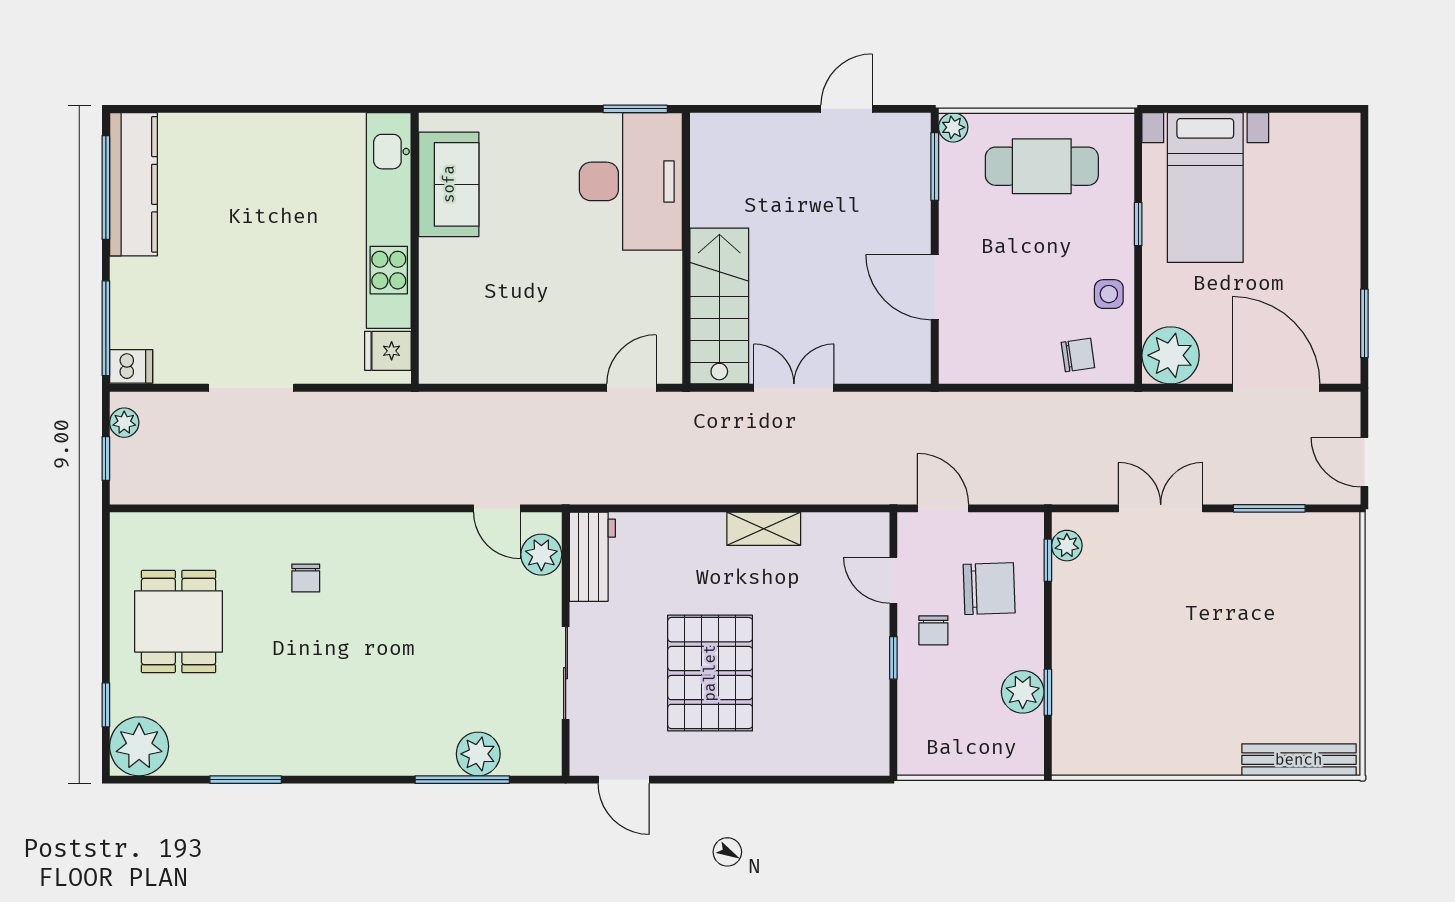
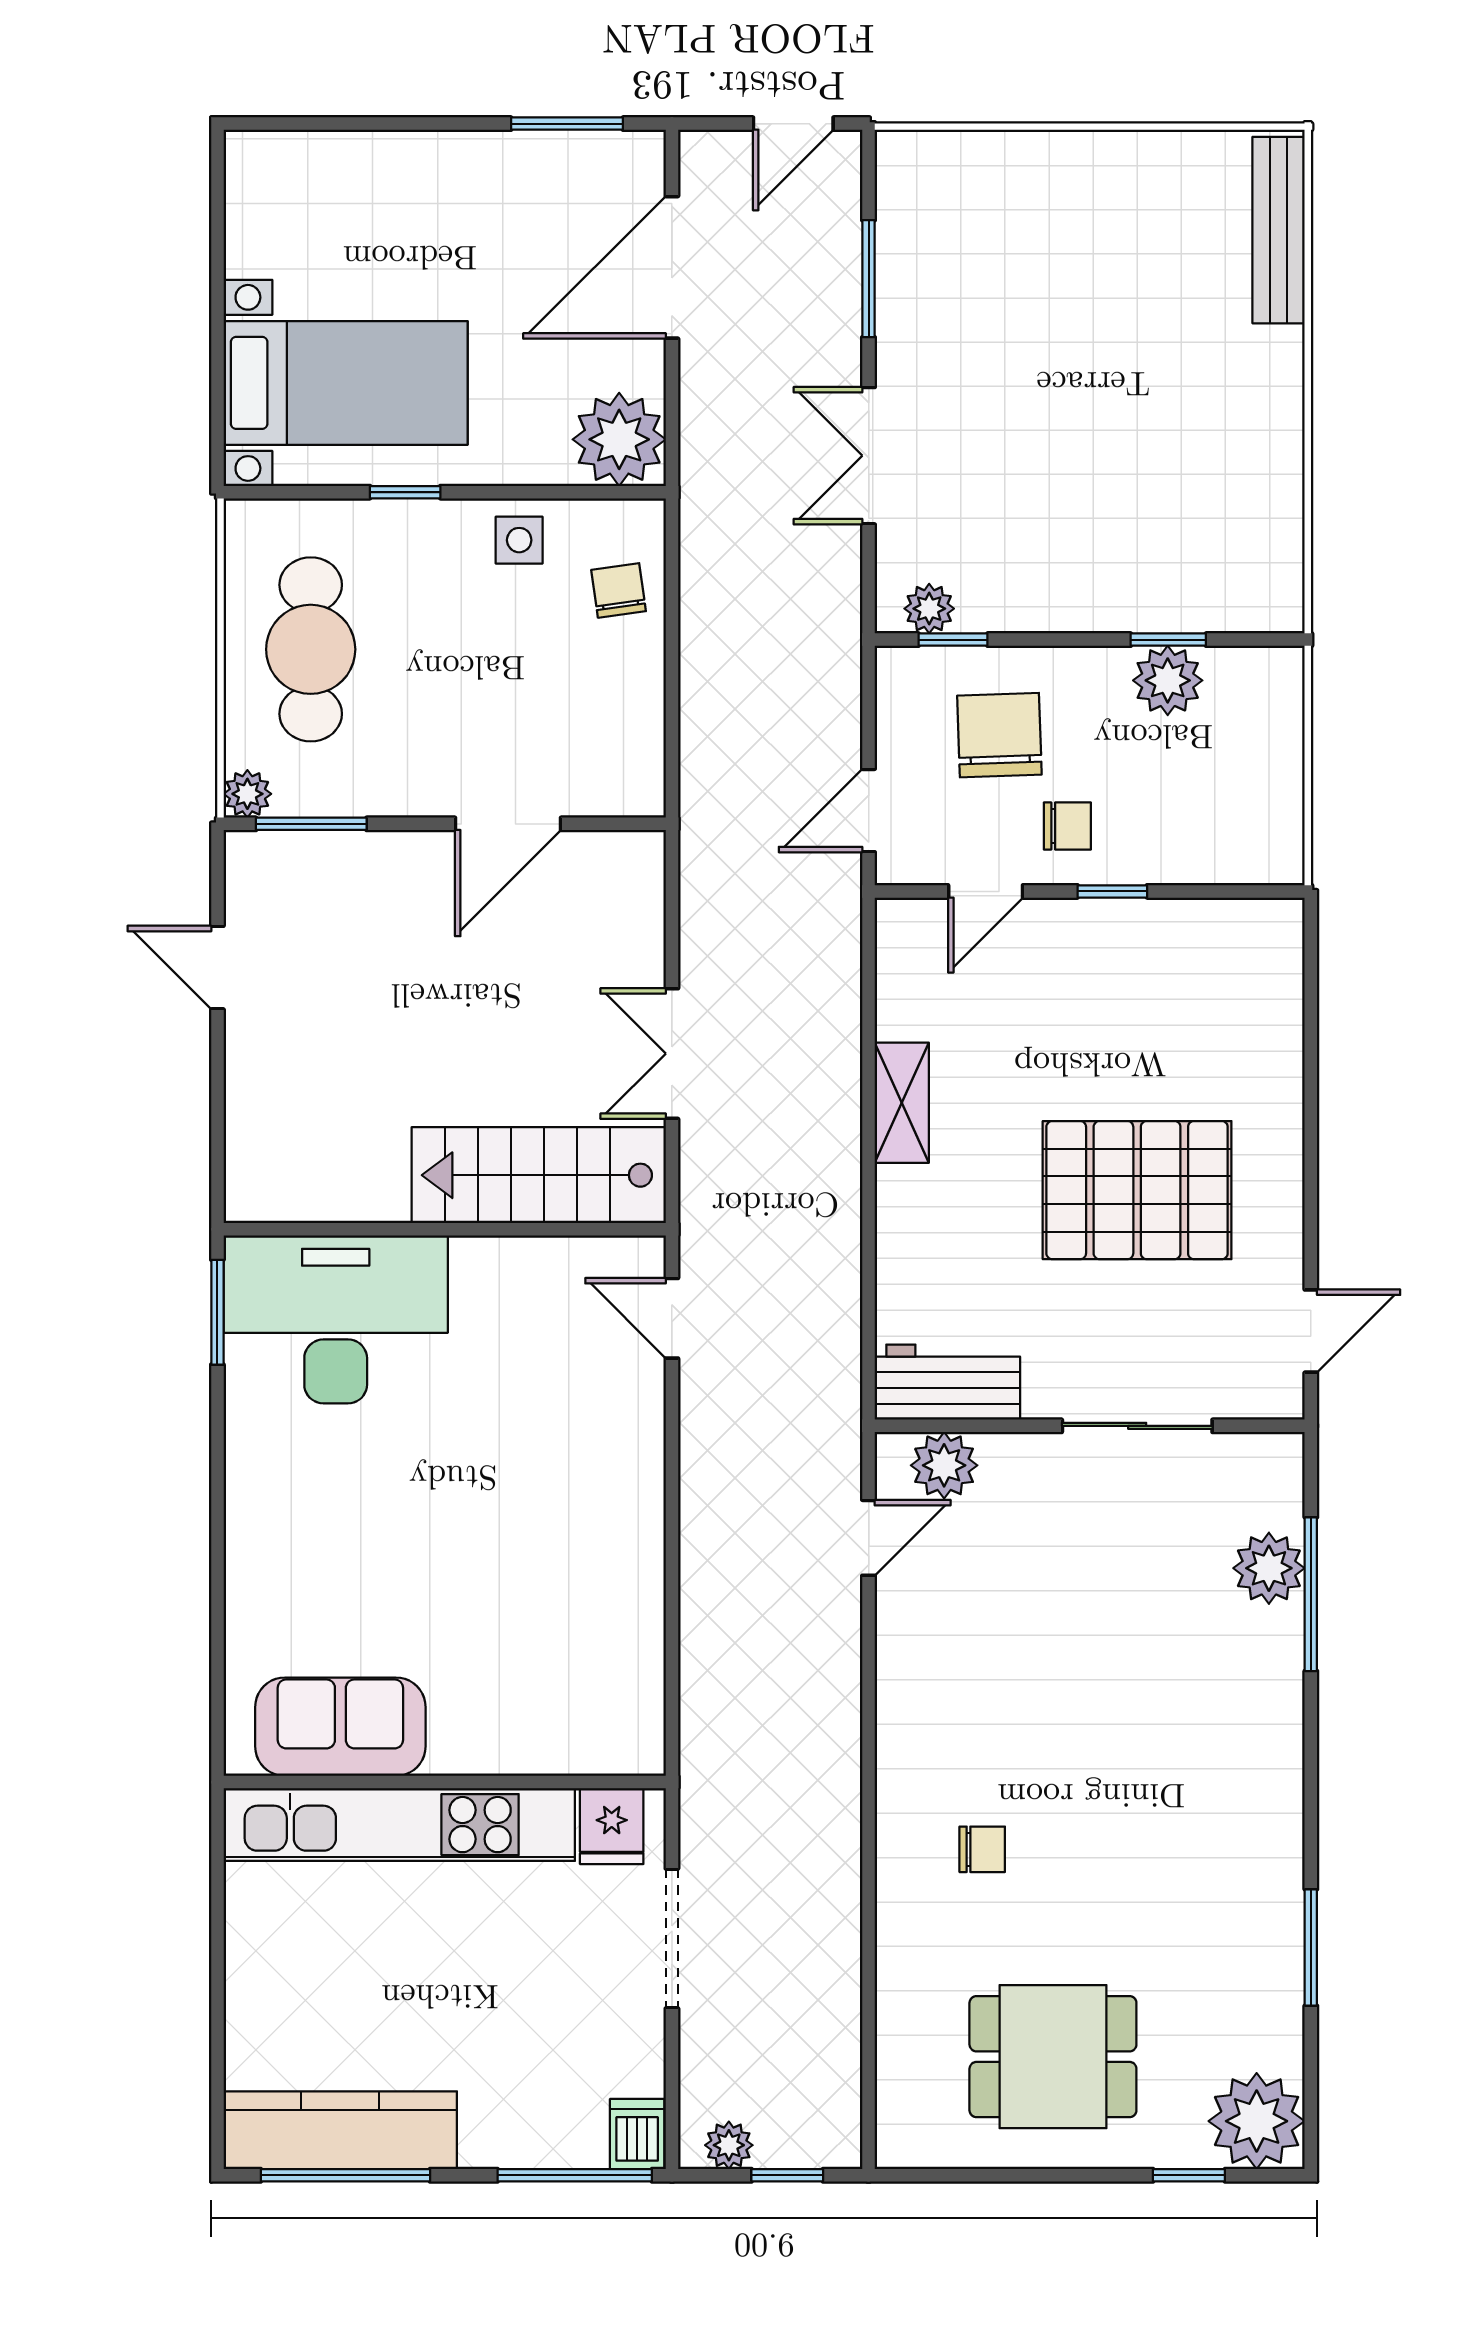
sofa: (449, 184) -> (340, 1727), moved
kitchen unit: (389, 221) -> (399, 1825), moved
wall: (415, 248) -> (445, 1782), moved
fridge: (388, 351) -> (612, 1826), moved

